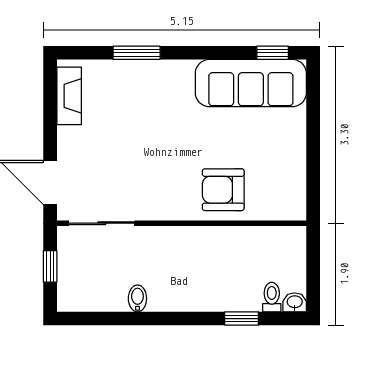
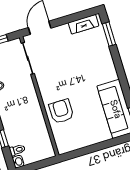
window: (137, 53) -> (109, 34), moved

